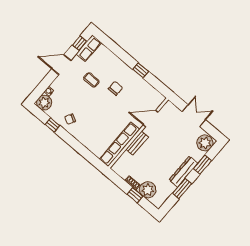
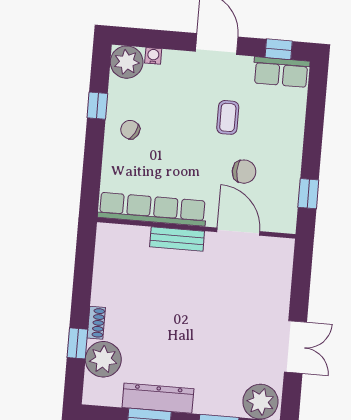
door: (151, 118) -> (238, 232), moved
wall: (138, 133) -> (196, 228), moved
bench: (137, 143) -> (177, 239), moved
row of seats: (120, 144) -> (152, 209), moved
dresser: (184, 172) -> (158, 398), moved

